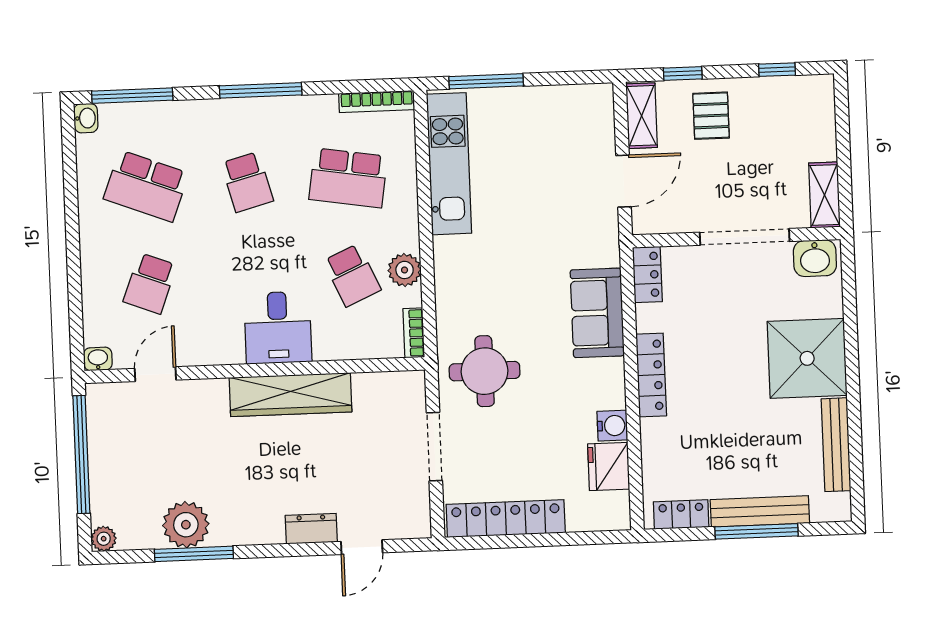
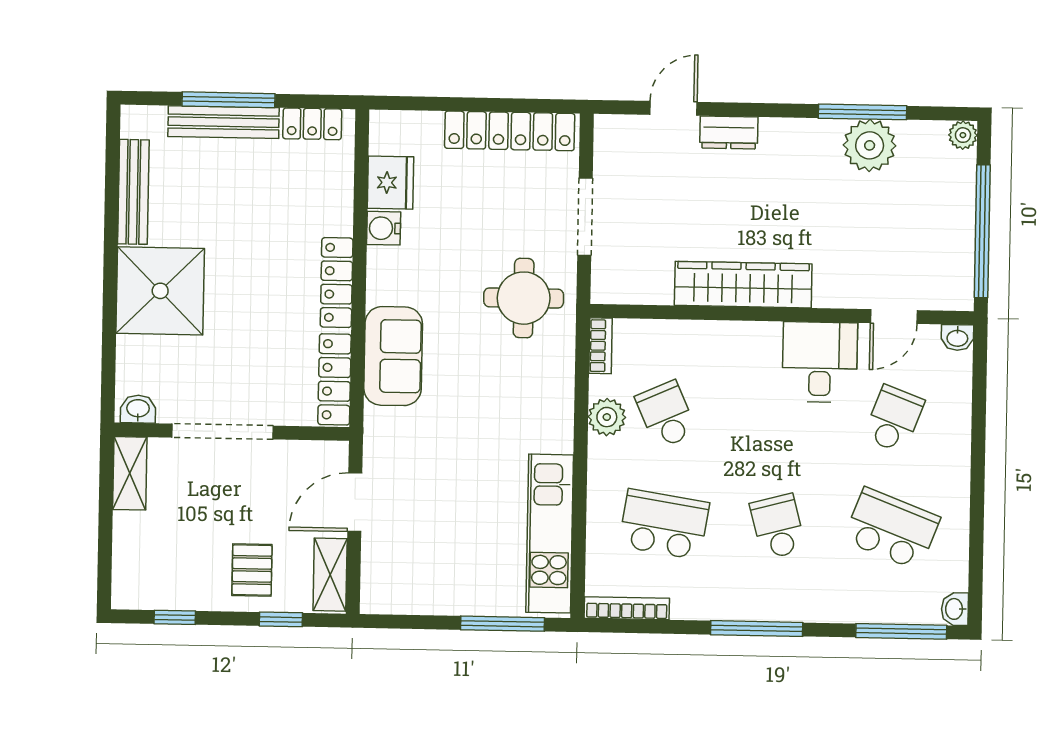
washbasin: (815, 258) -> (138, 409), width x0.72, depth x0.69
locker: (647, 275) -> (334, 379), width x1.53
desk: (278, 328) -> (820, 362), moved

